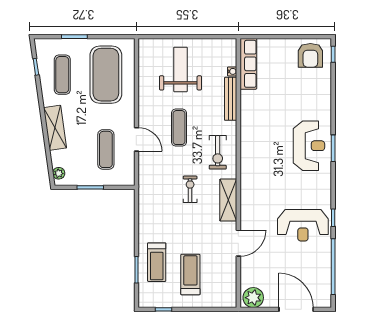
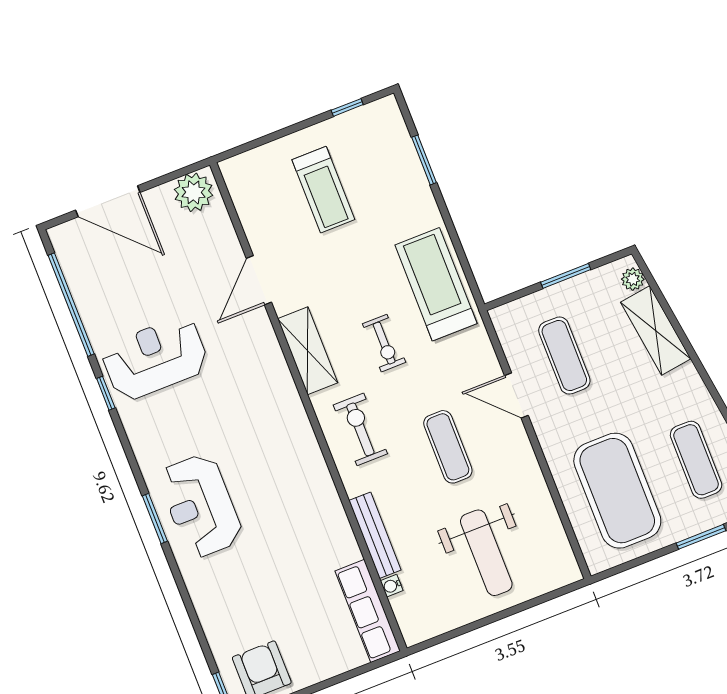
shelving: (55, 128) -> (656, 330), moved
treadmill: (157, 262) -> (436, 284), moved, width x1.37, depth x1.38

